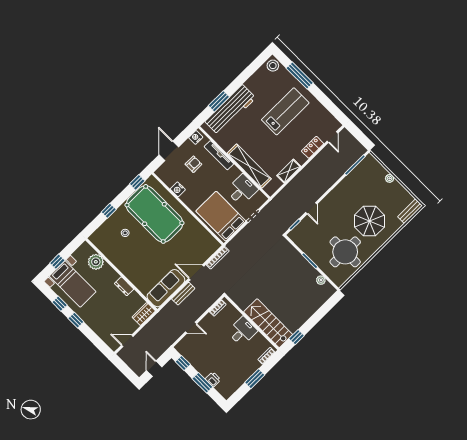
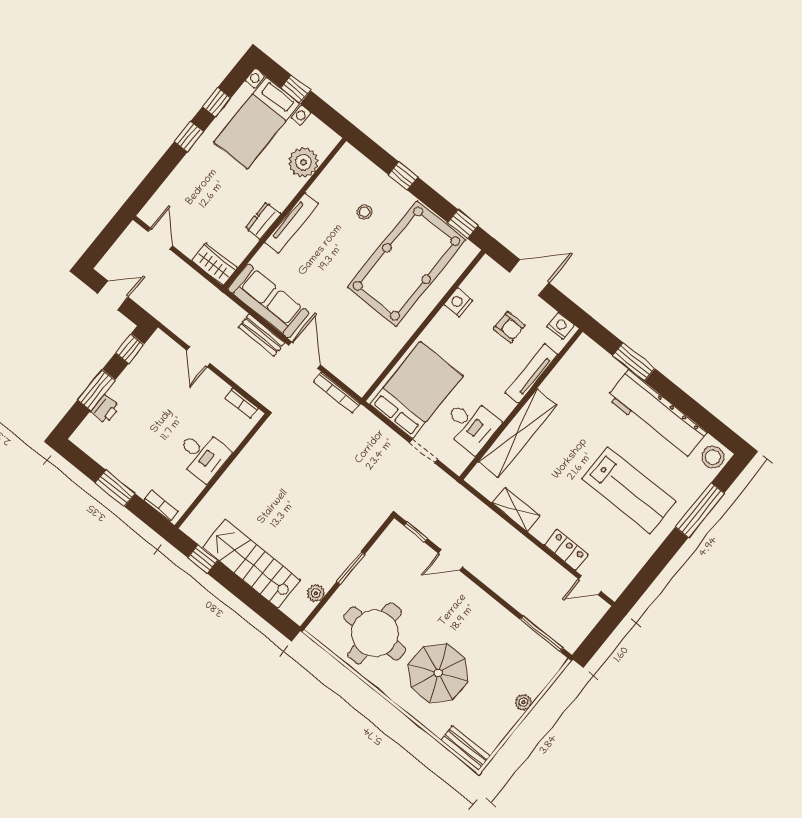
workbench: (230, 110) -> (656, 415), moved
tv unit: (127, 272) -> (292, 223), added
stairs: (268, 323) -> (251, 564), moved, turned -90

